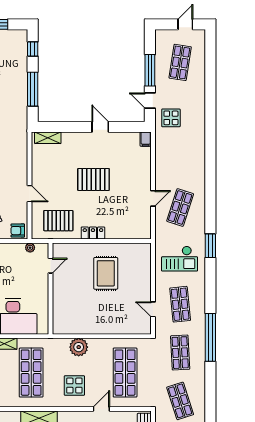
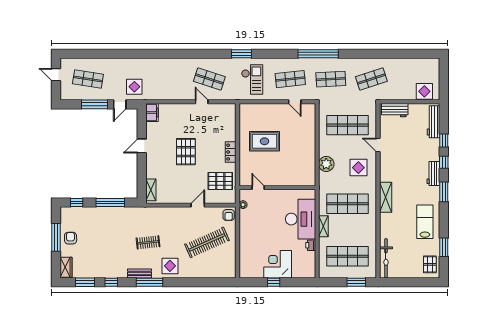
filing cabinet: (146, 139) -> (152, 112), width x2.00
pallet: (58, 221) -> (220, 181), turned 90
door: (153, 309) -> (295, 102), hinge flipped

